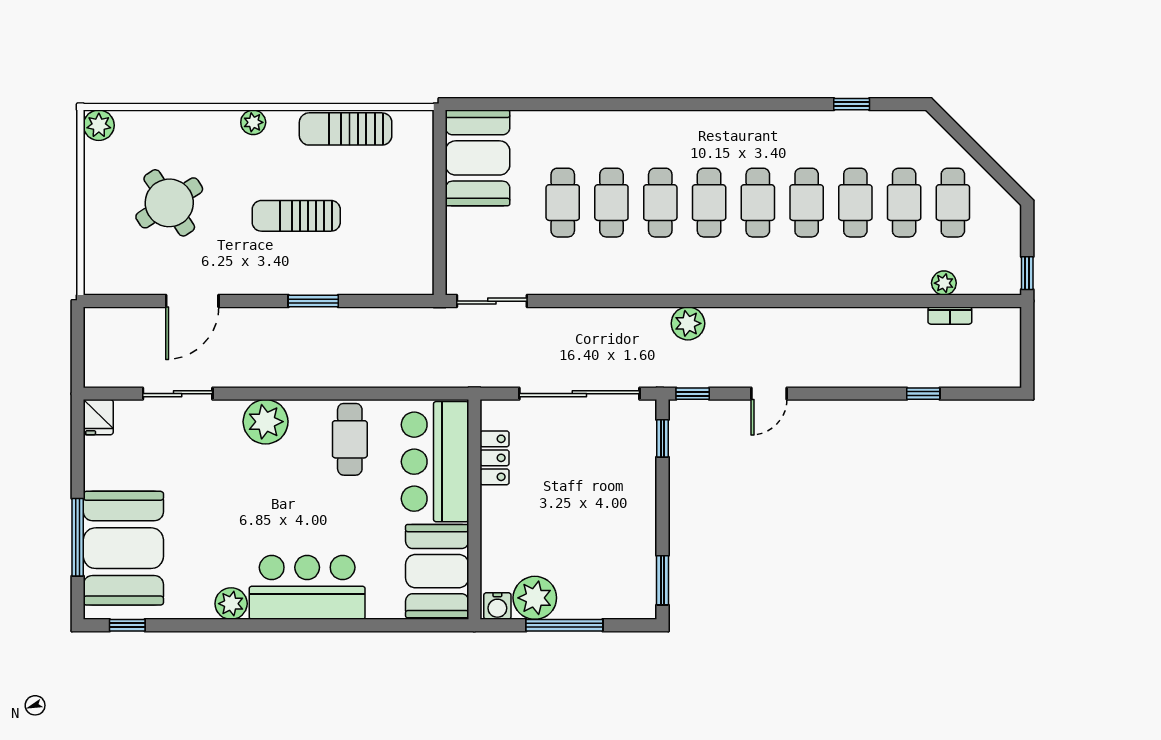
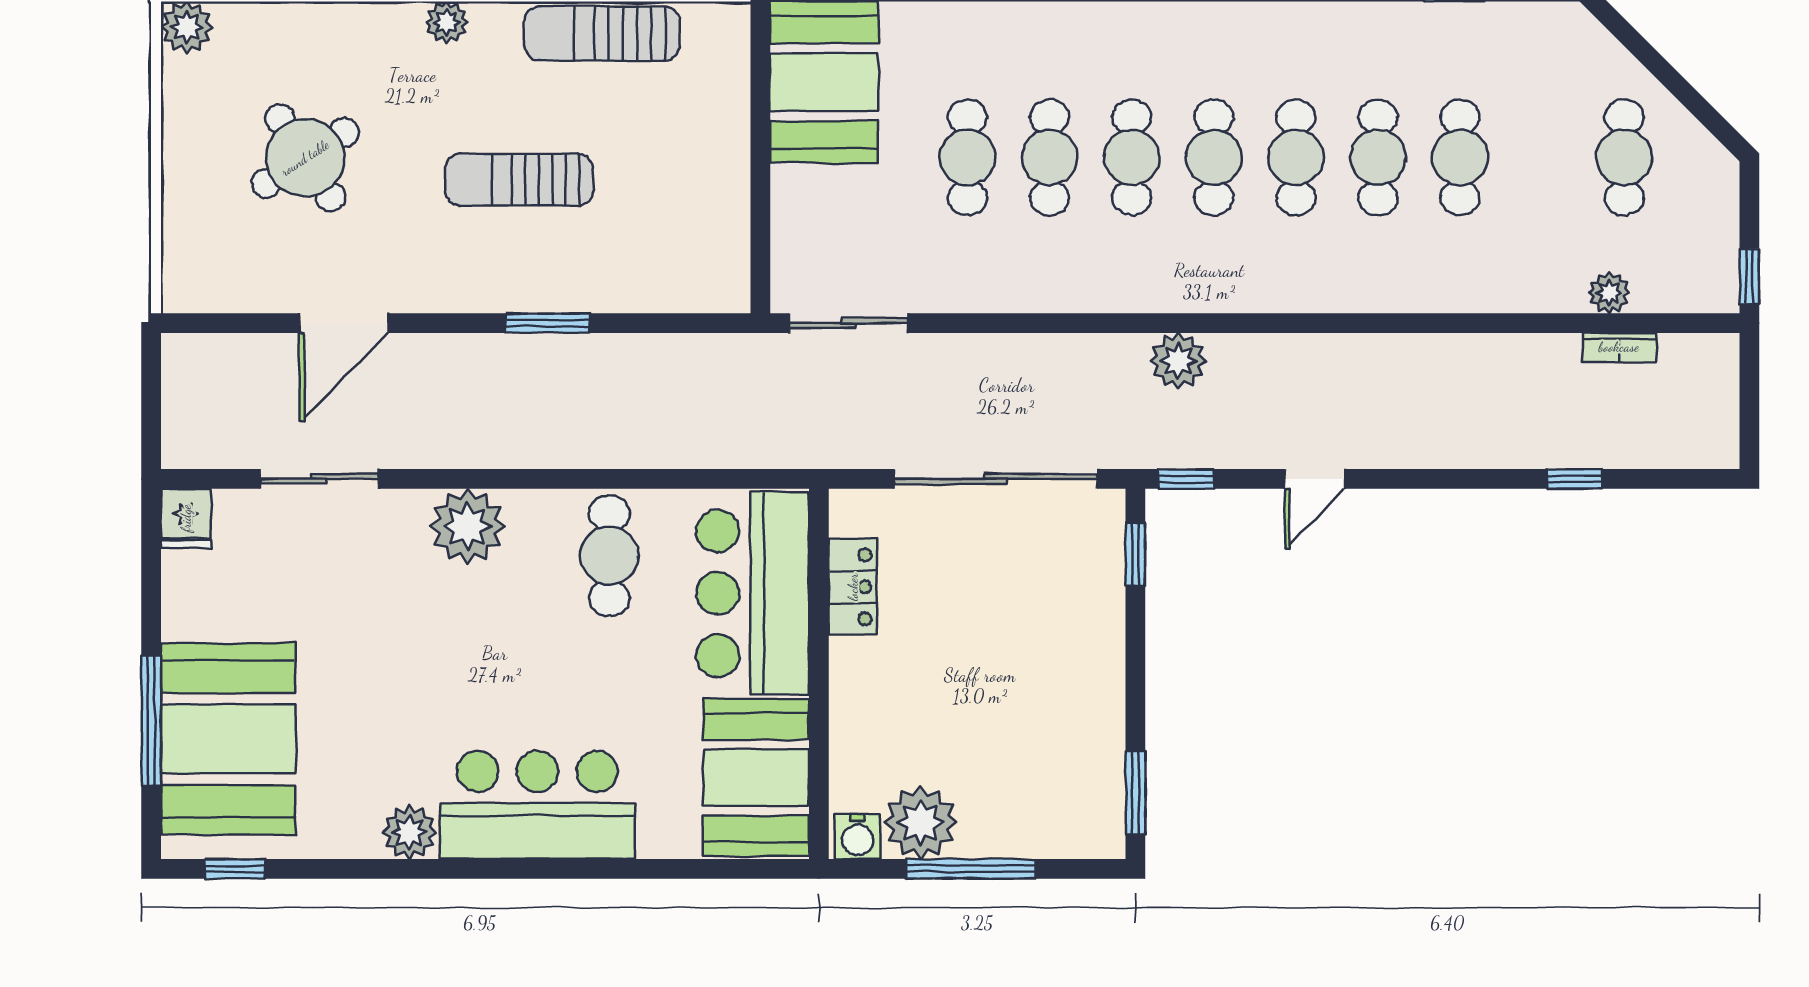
cafe table: (904, 203) -> (1542, 157), removed

